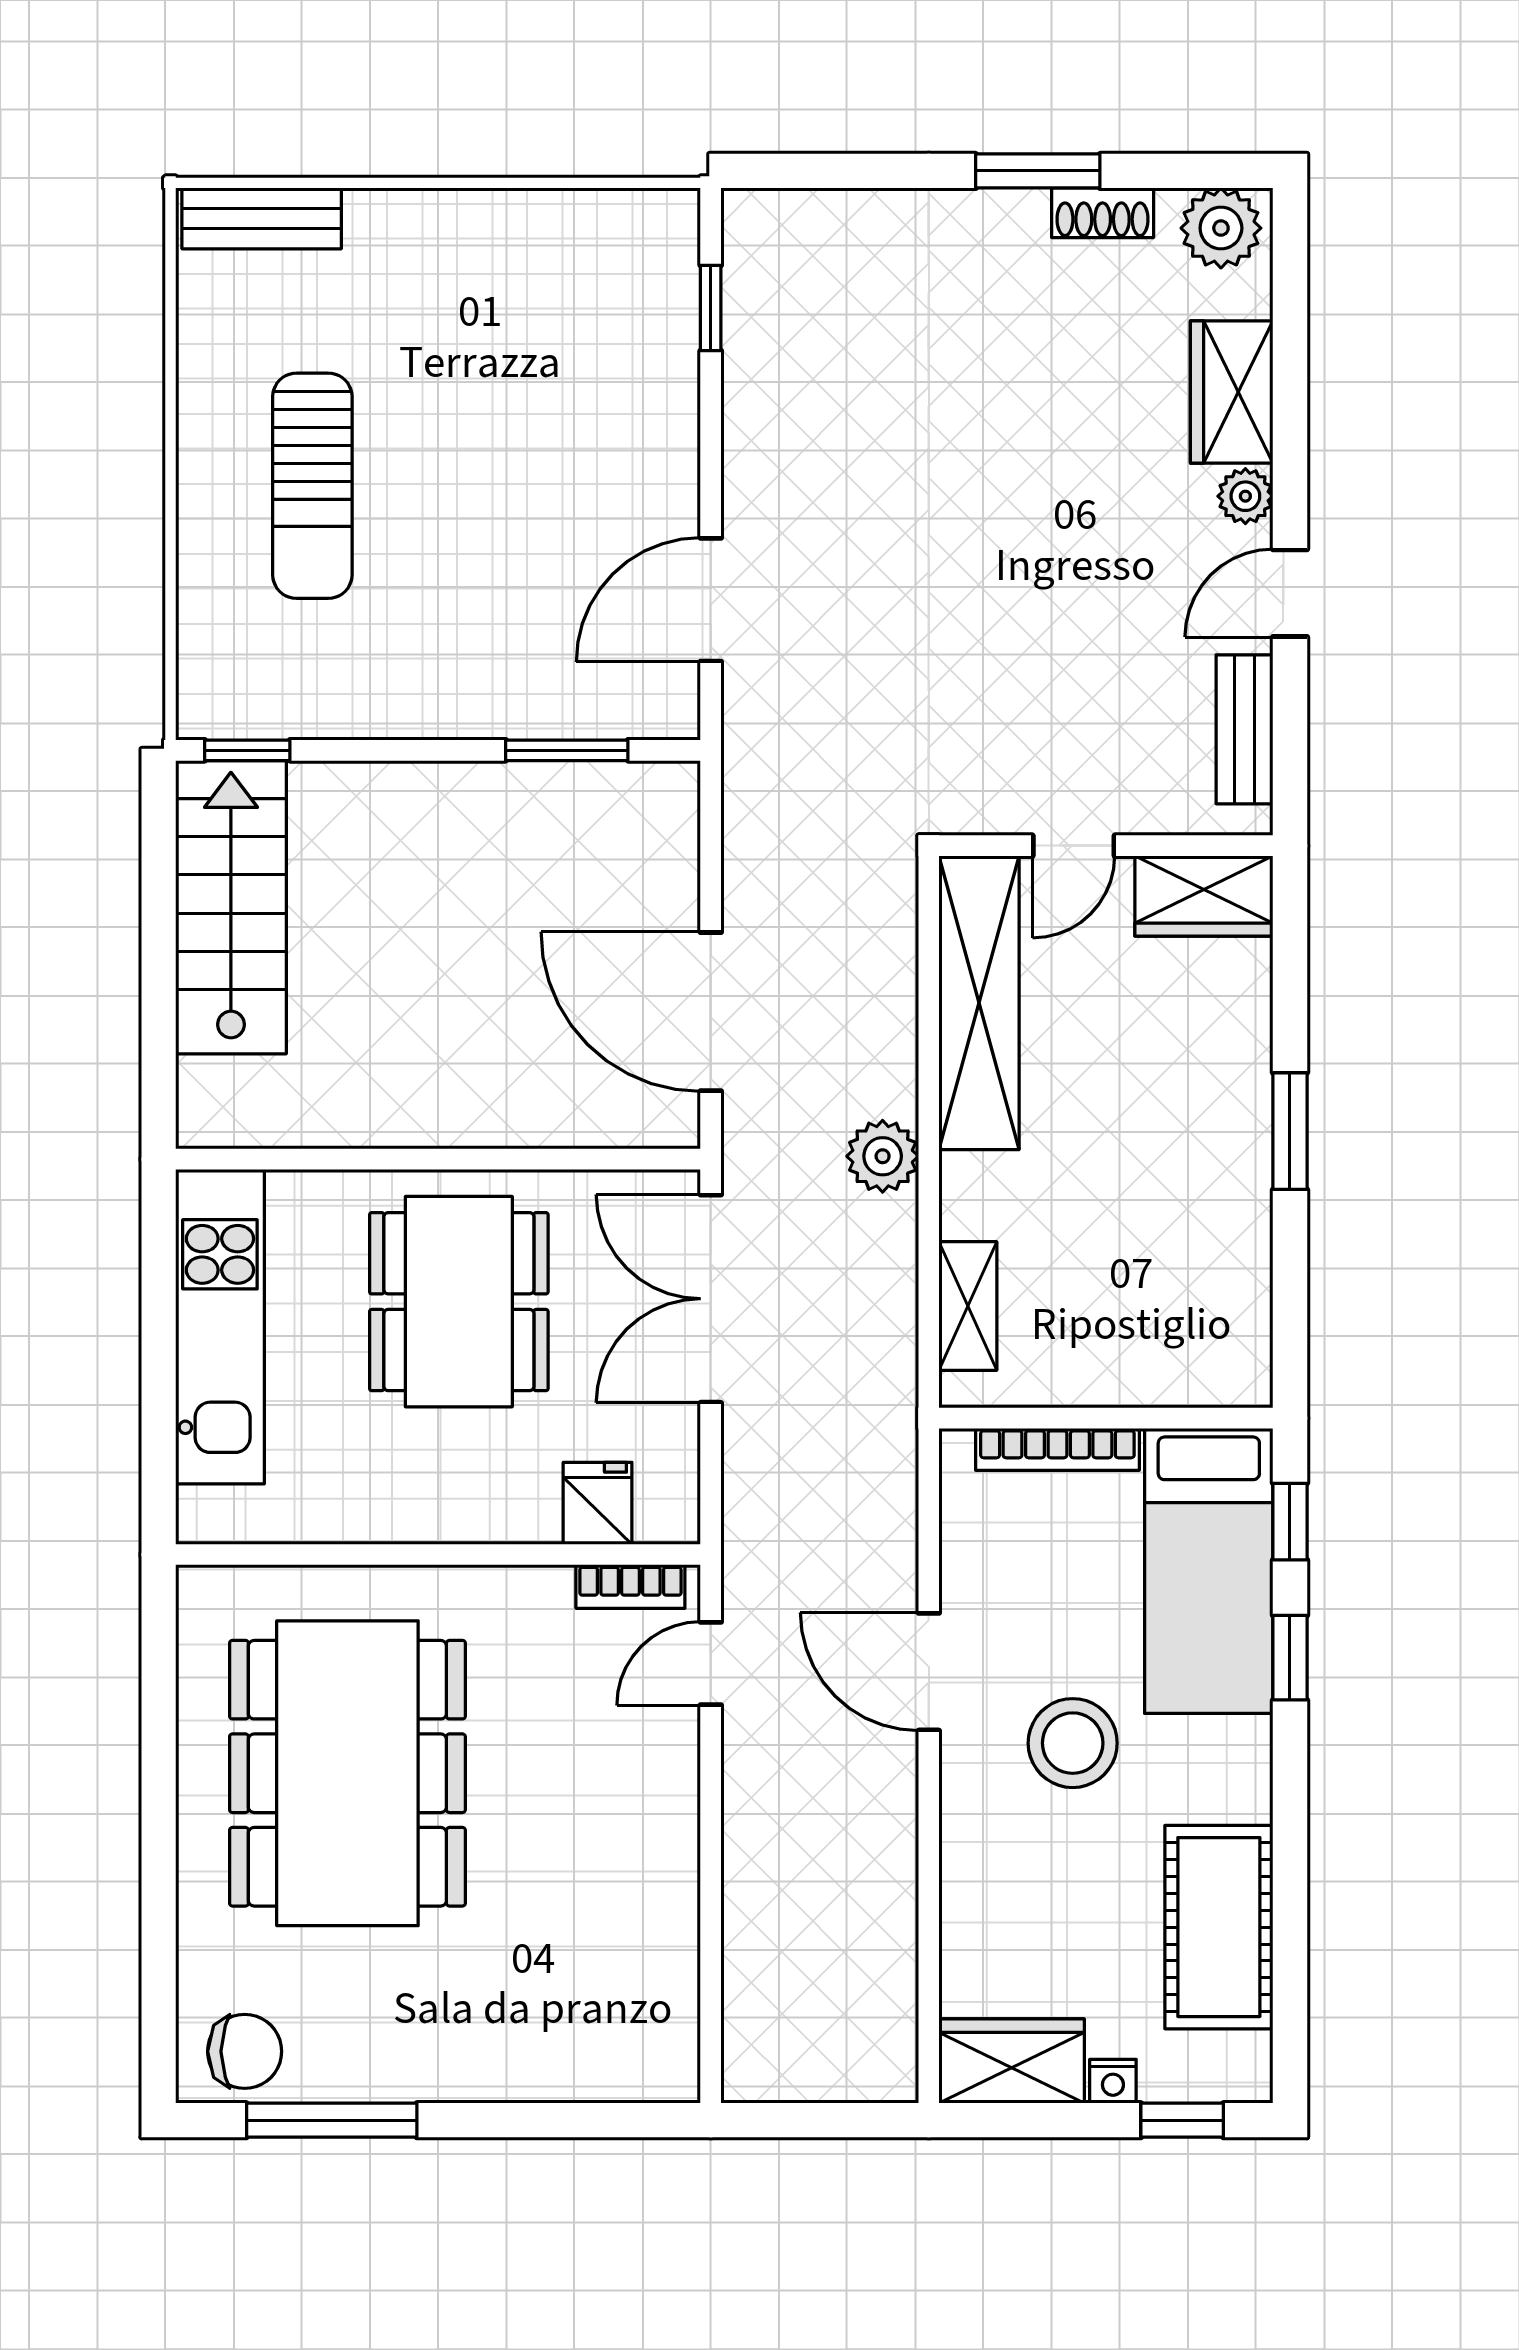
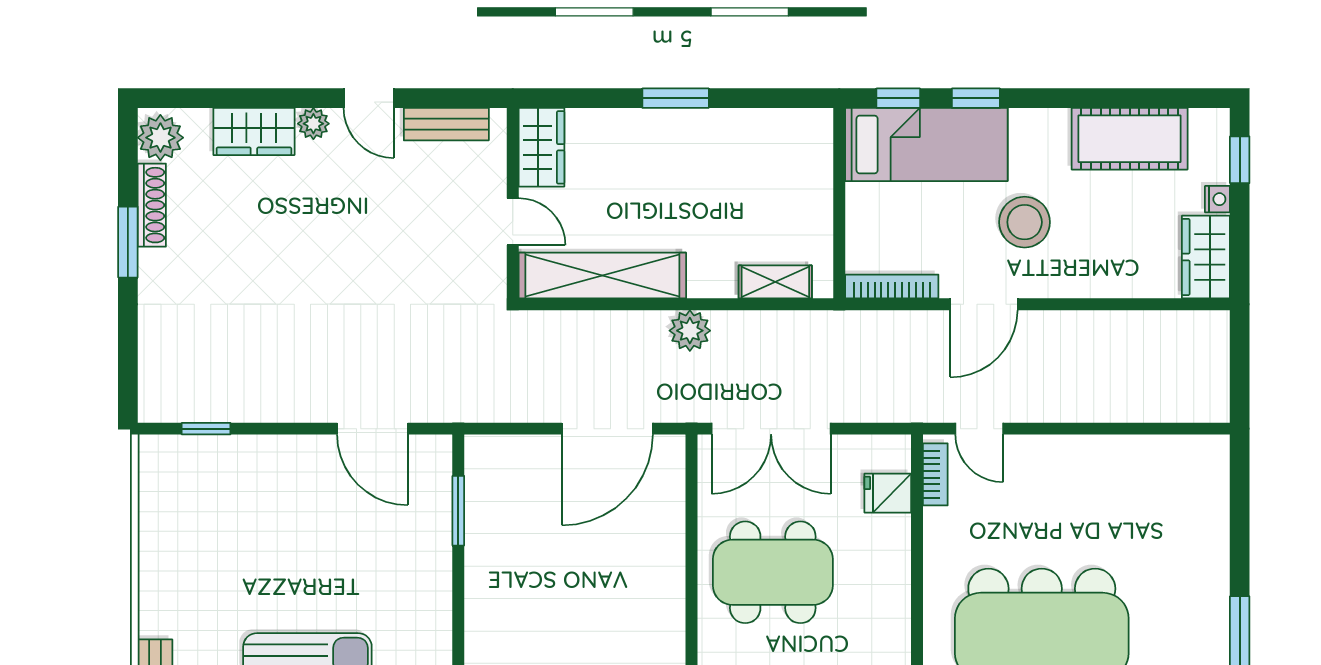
shoe rack: (1103, 213) -> (152, 205), width x1.43
bookcase: (1057, 1449) -> (892, 286), moved, turned -90

